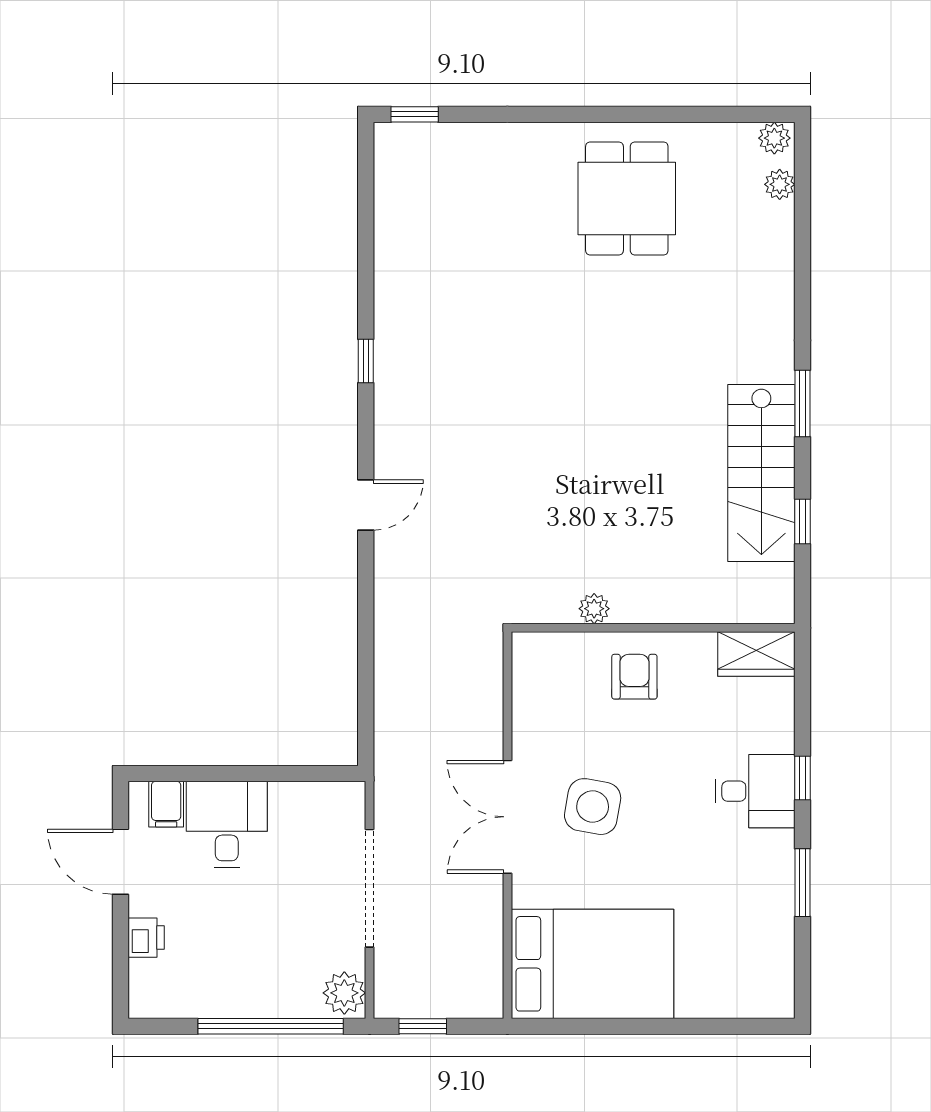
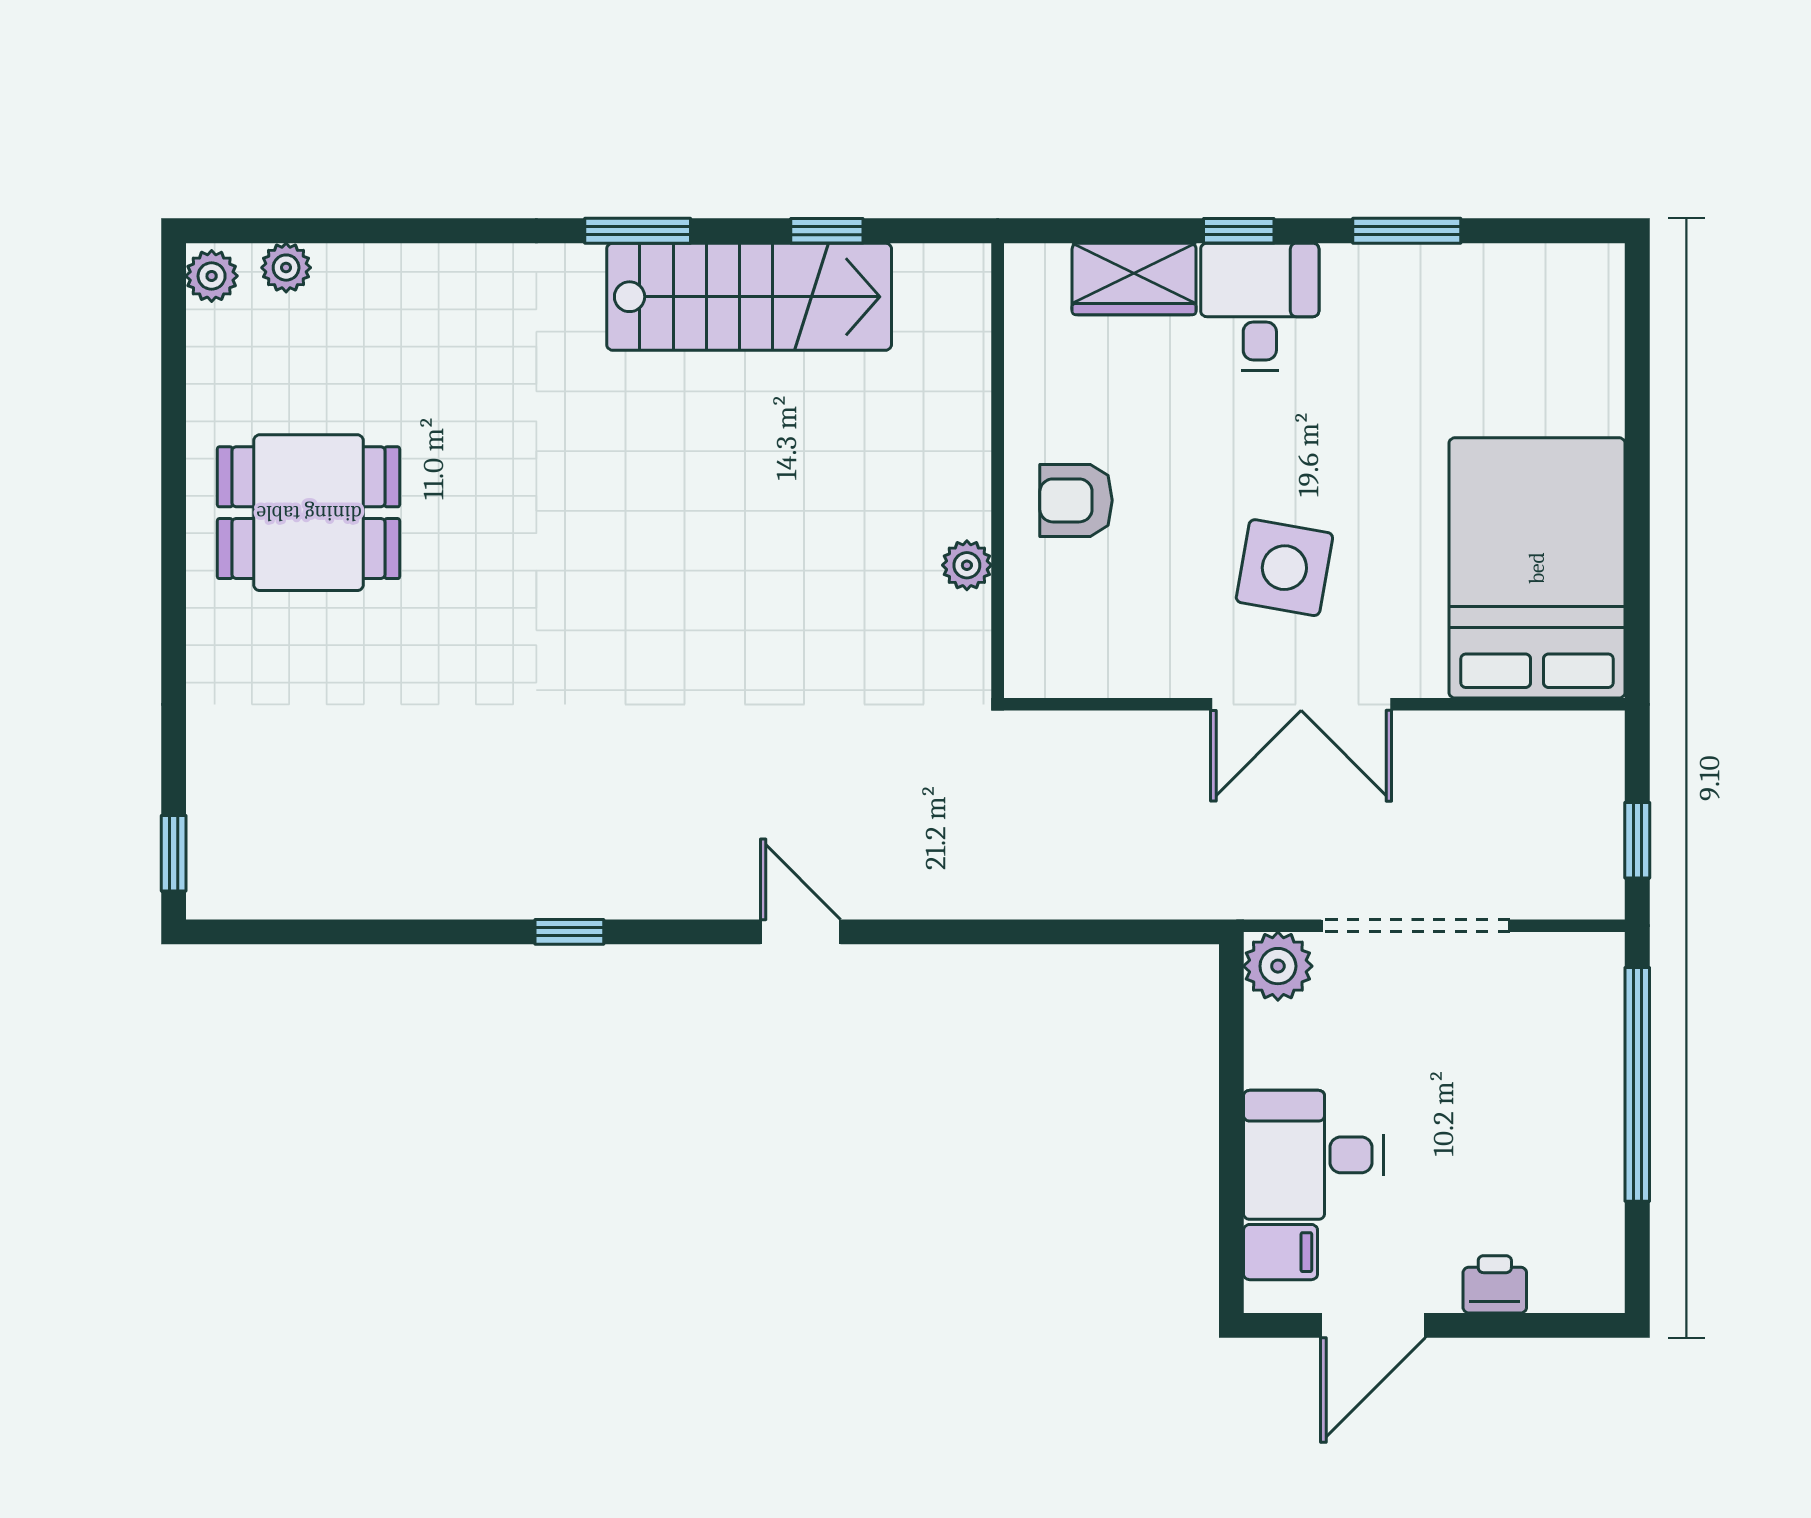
wardrobe: (756, 654) -> (1134, 279), moved, turned 90
plant: (344, 993) -> (1278, 966), moved

